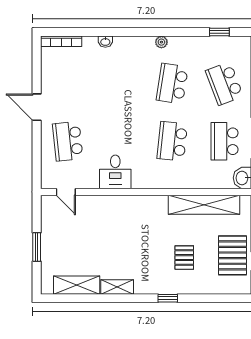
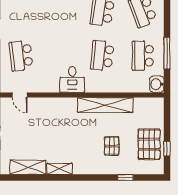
desk: (115, 172) -> (72, 79), moved
shelving: (204, 205) -> (105, 105), moved
window: (168, 298) -> (125, 178), moved

